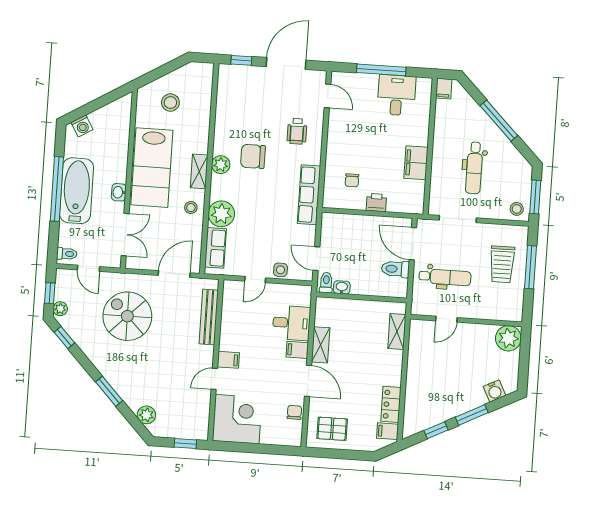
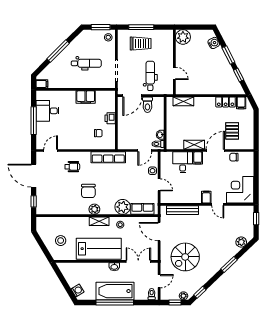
pallet: (332, 429) -> (232, 131), moved

